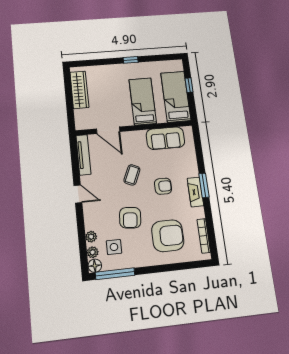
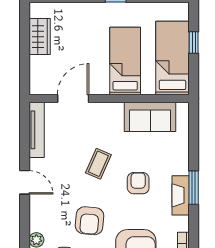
wardrobe: (79, 90) -> (40, 37), width x0.67
door: (108, 130) -> (73, 98), swing flipped
armchair: (163, 186) -> (138, 183), turned -90

